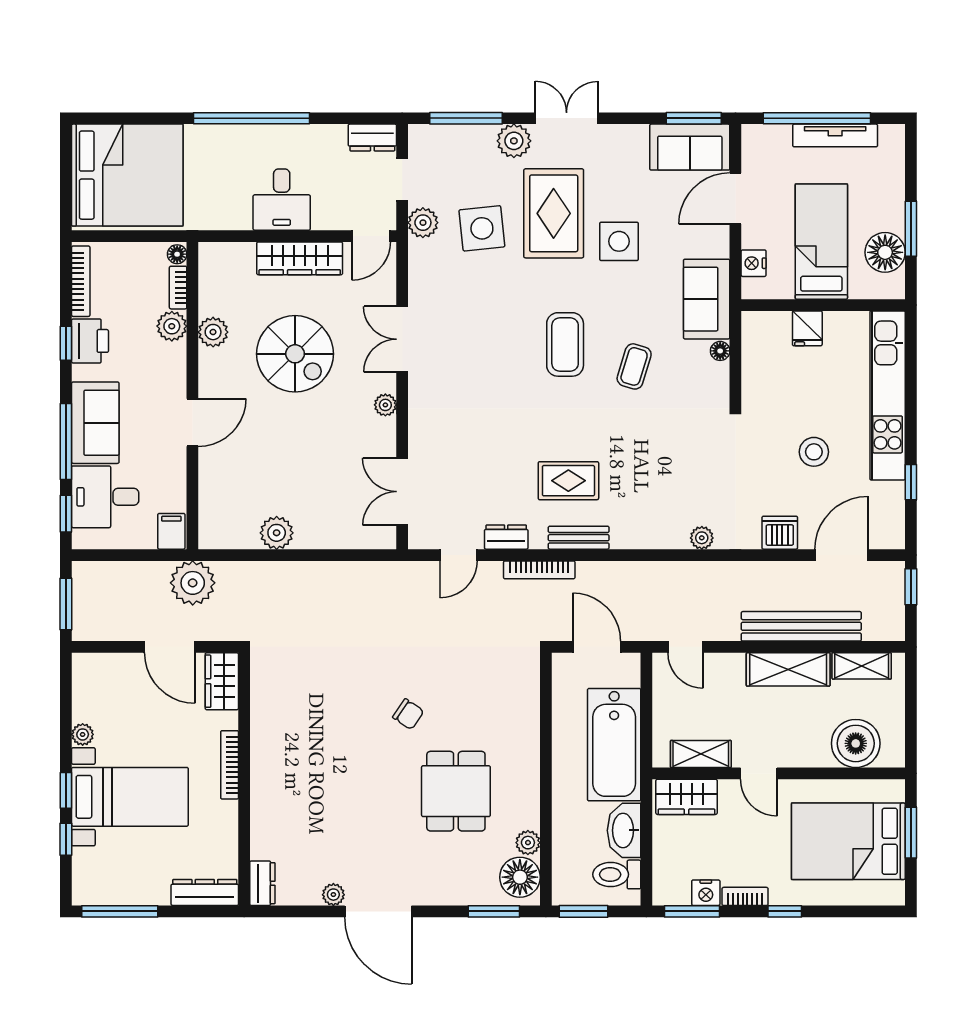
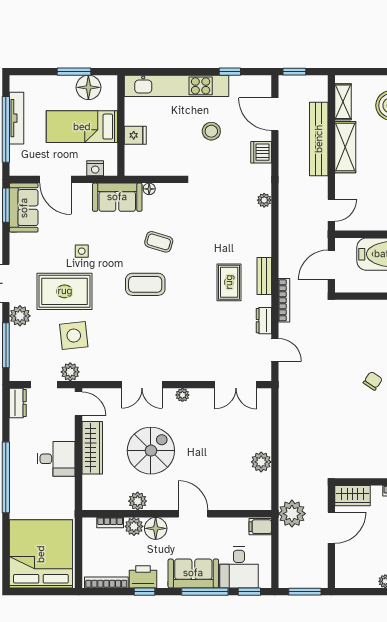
side table: (619, 241) -> (82, 251), width x0.54, depth x0.54
floor lamp: (177, 254) -> (156, 528), moved, width x1.89, depth x1.89

